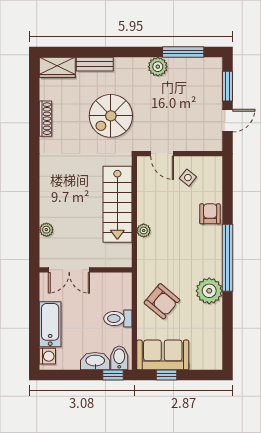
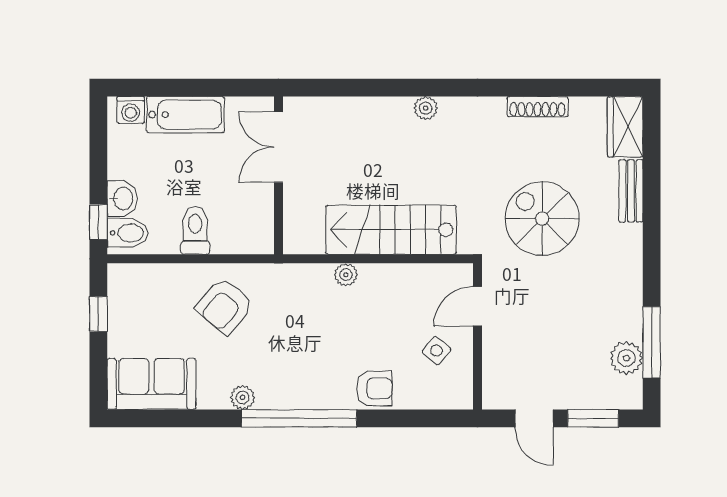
plant: (158, 67) -> (626, 358), moved
plant: (46, 230) -> (426, 108), moved
plant: (209, 291) -> (243, 397), width x0.53, depth x0.53
sofa: (163, 355) -> (151, 384), moved, turned -90
washbasin: (95, 361) -> (122, 198), width x0.72

